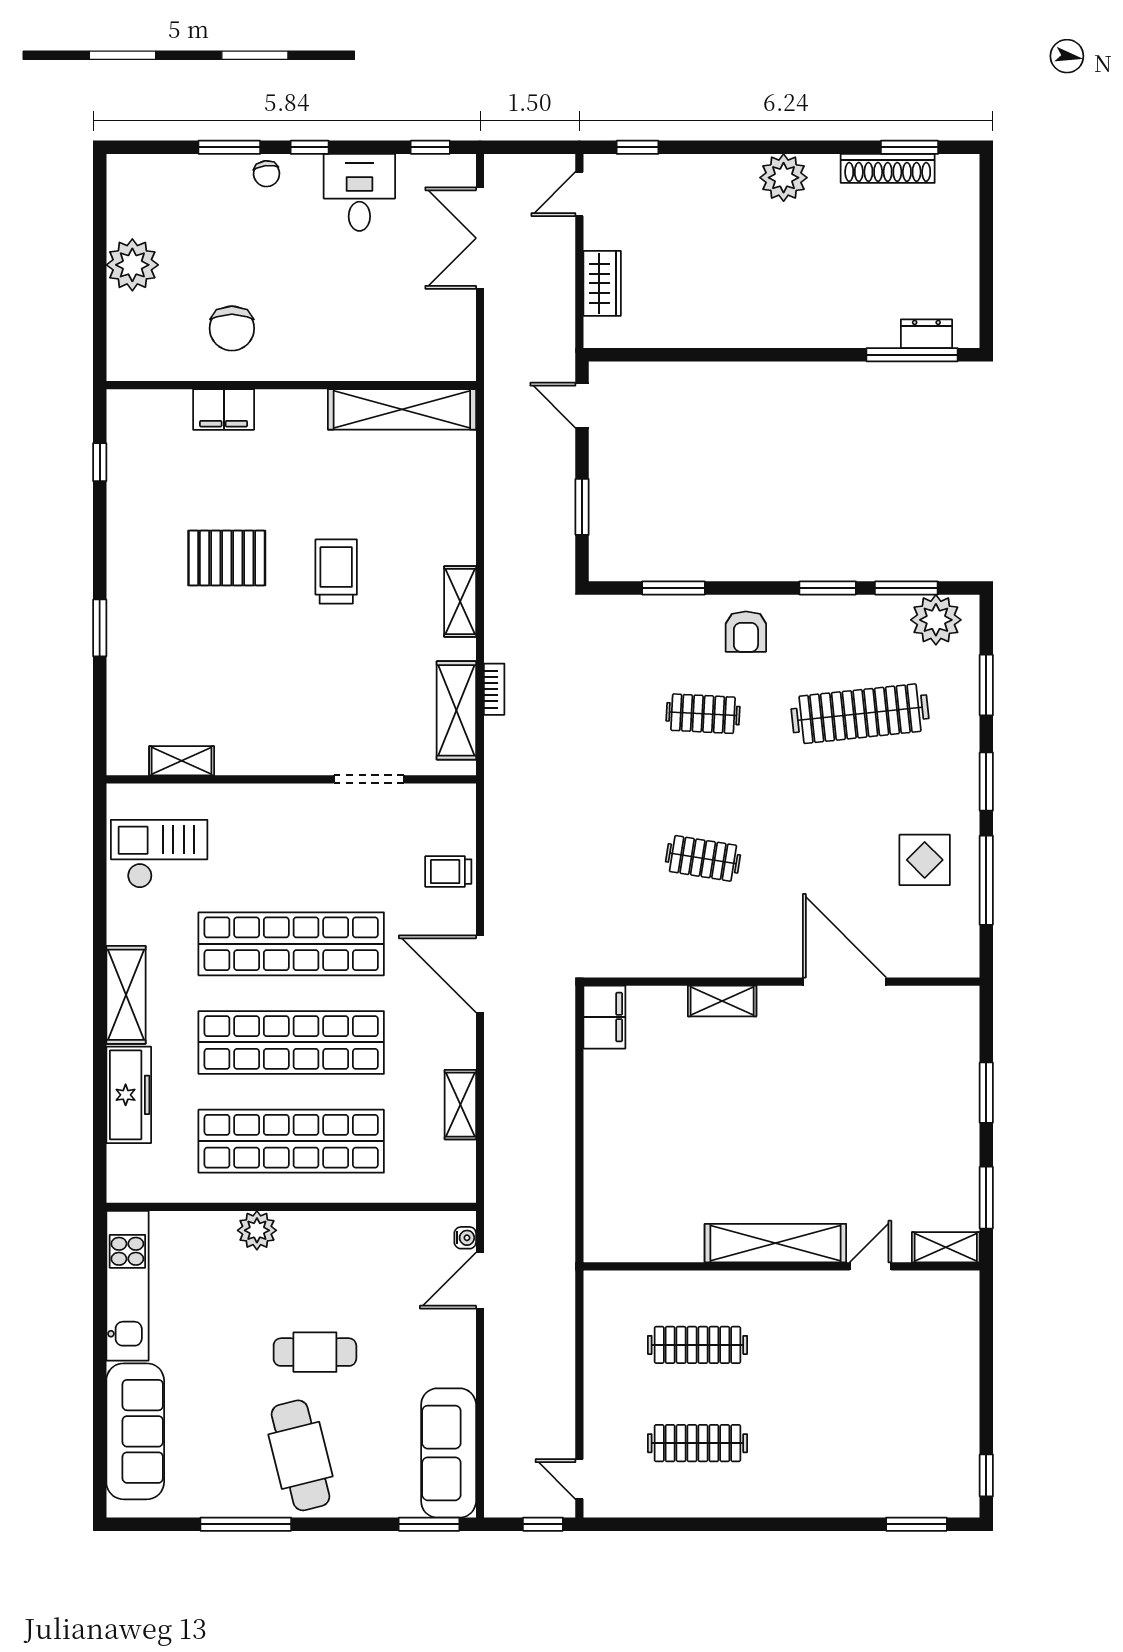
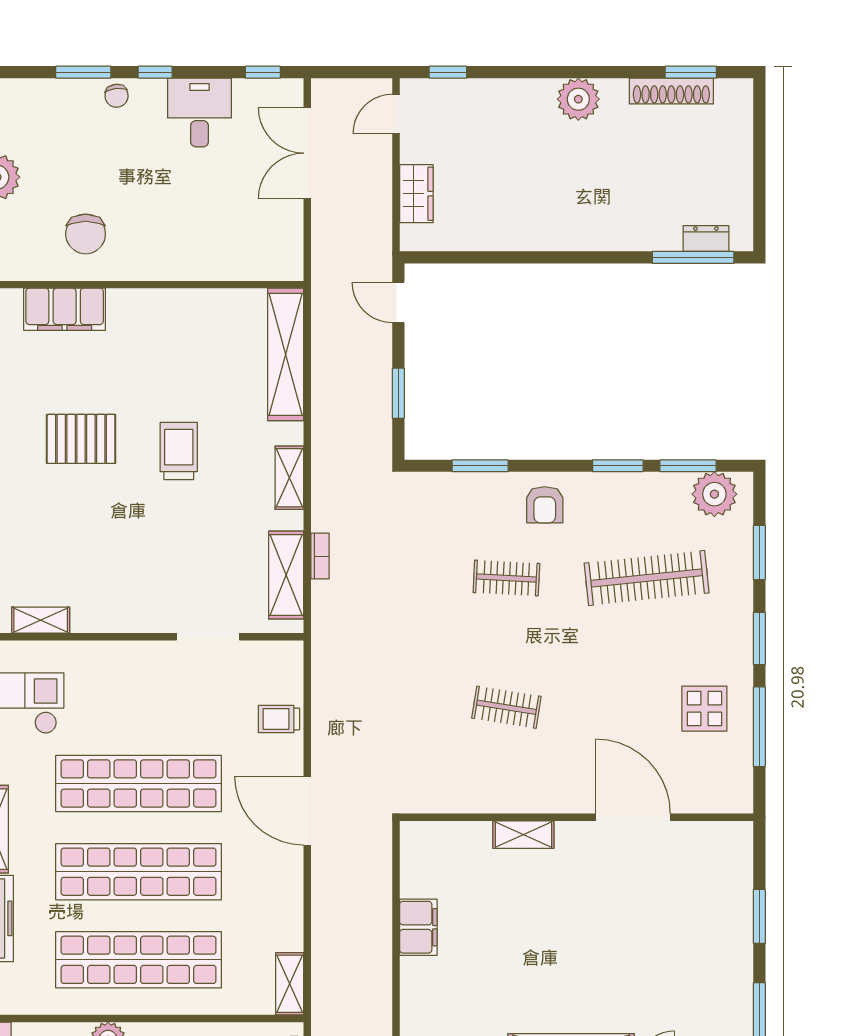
filing cabinet: (224, 409) -> (65, 309), width x1.50, depth x1.17
shelving: (402, 409) -> (286, 354), moved, turned 90
filing cabinet: (604, 1017) -> (418, 927), moved
shelving: (460, 1105) -> (290, 984), moved

